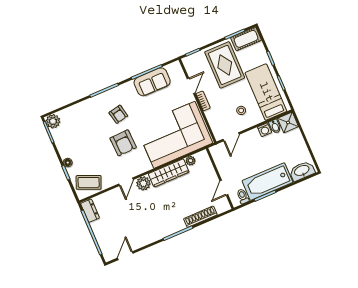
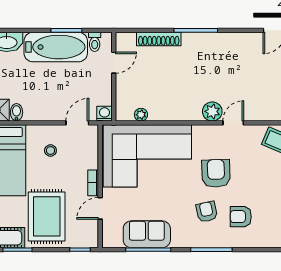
armchair: (94, 121) -> (241, 217), added
washing machine: (265, 130) -> (105, 114), moved
wardrobe: (169, 173) -> (175, 111), removed

